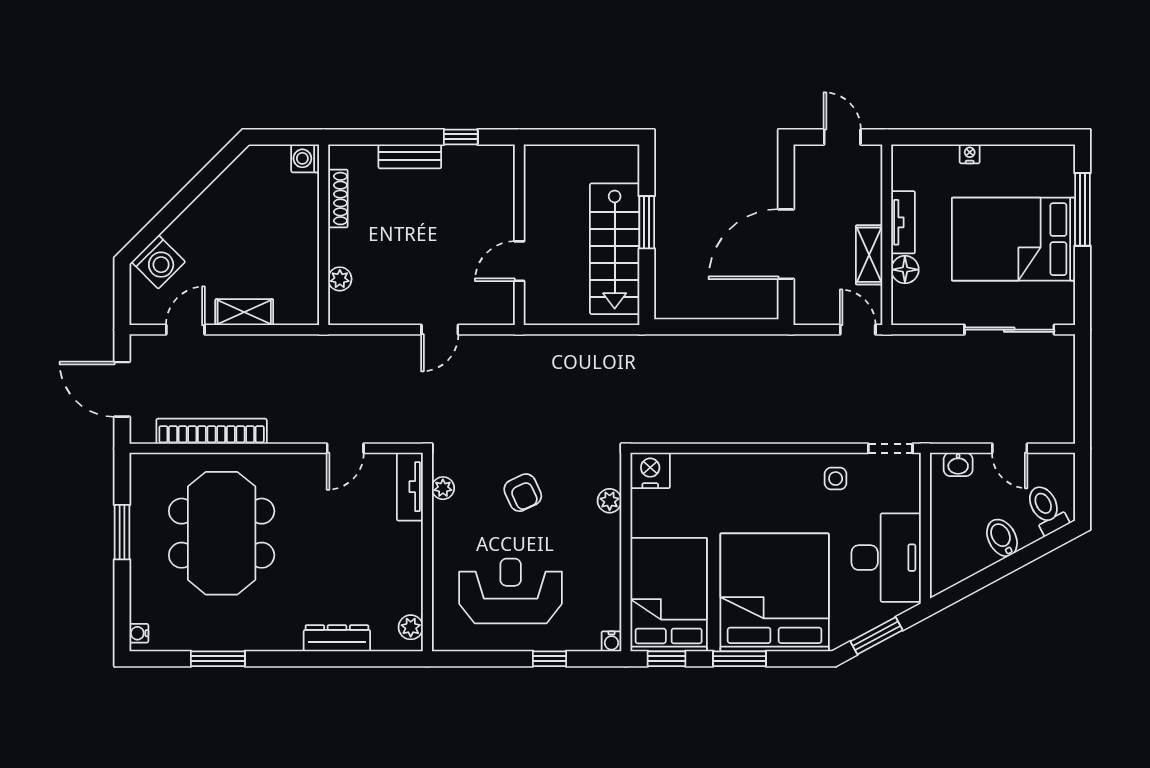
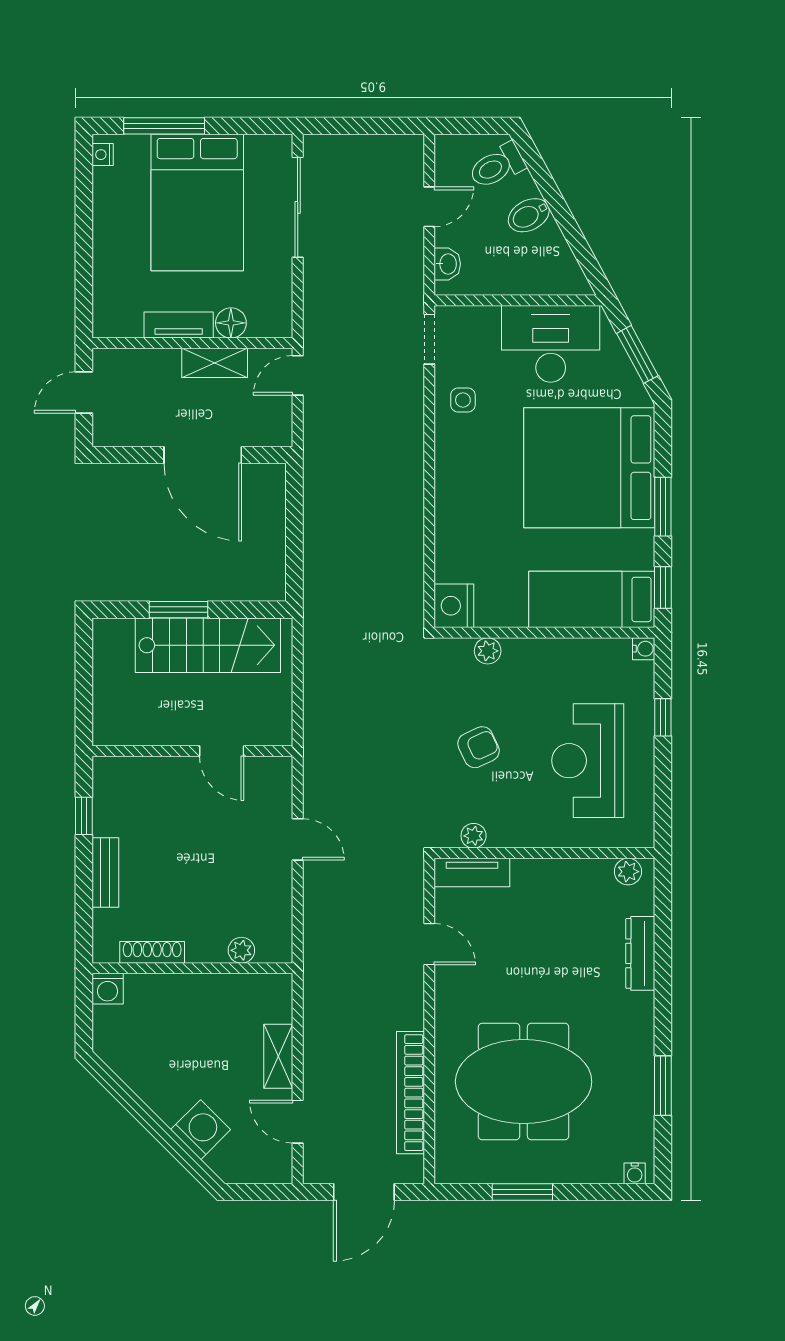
nightstand: (970, 154) -> (103, 155), moved
washing machine: (158, 262) -> (201, 1130), moved
bed: (669, 595) -> (592, 599), width x0.67

